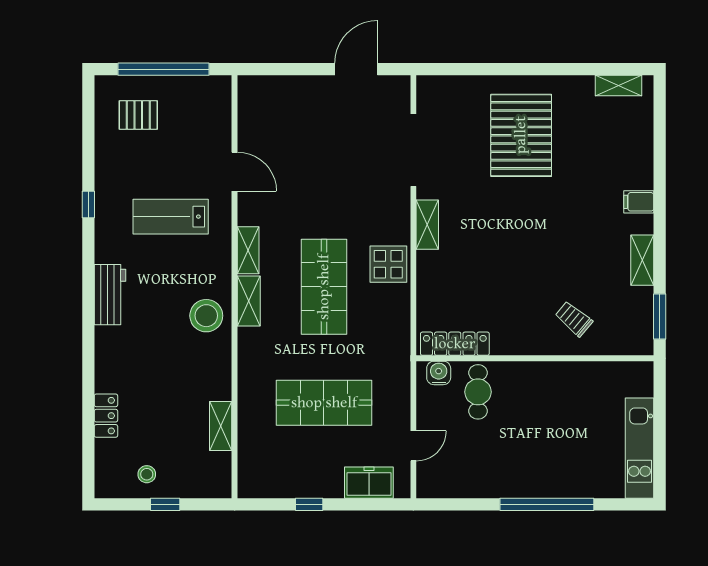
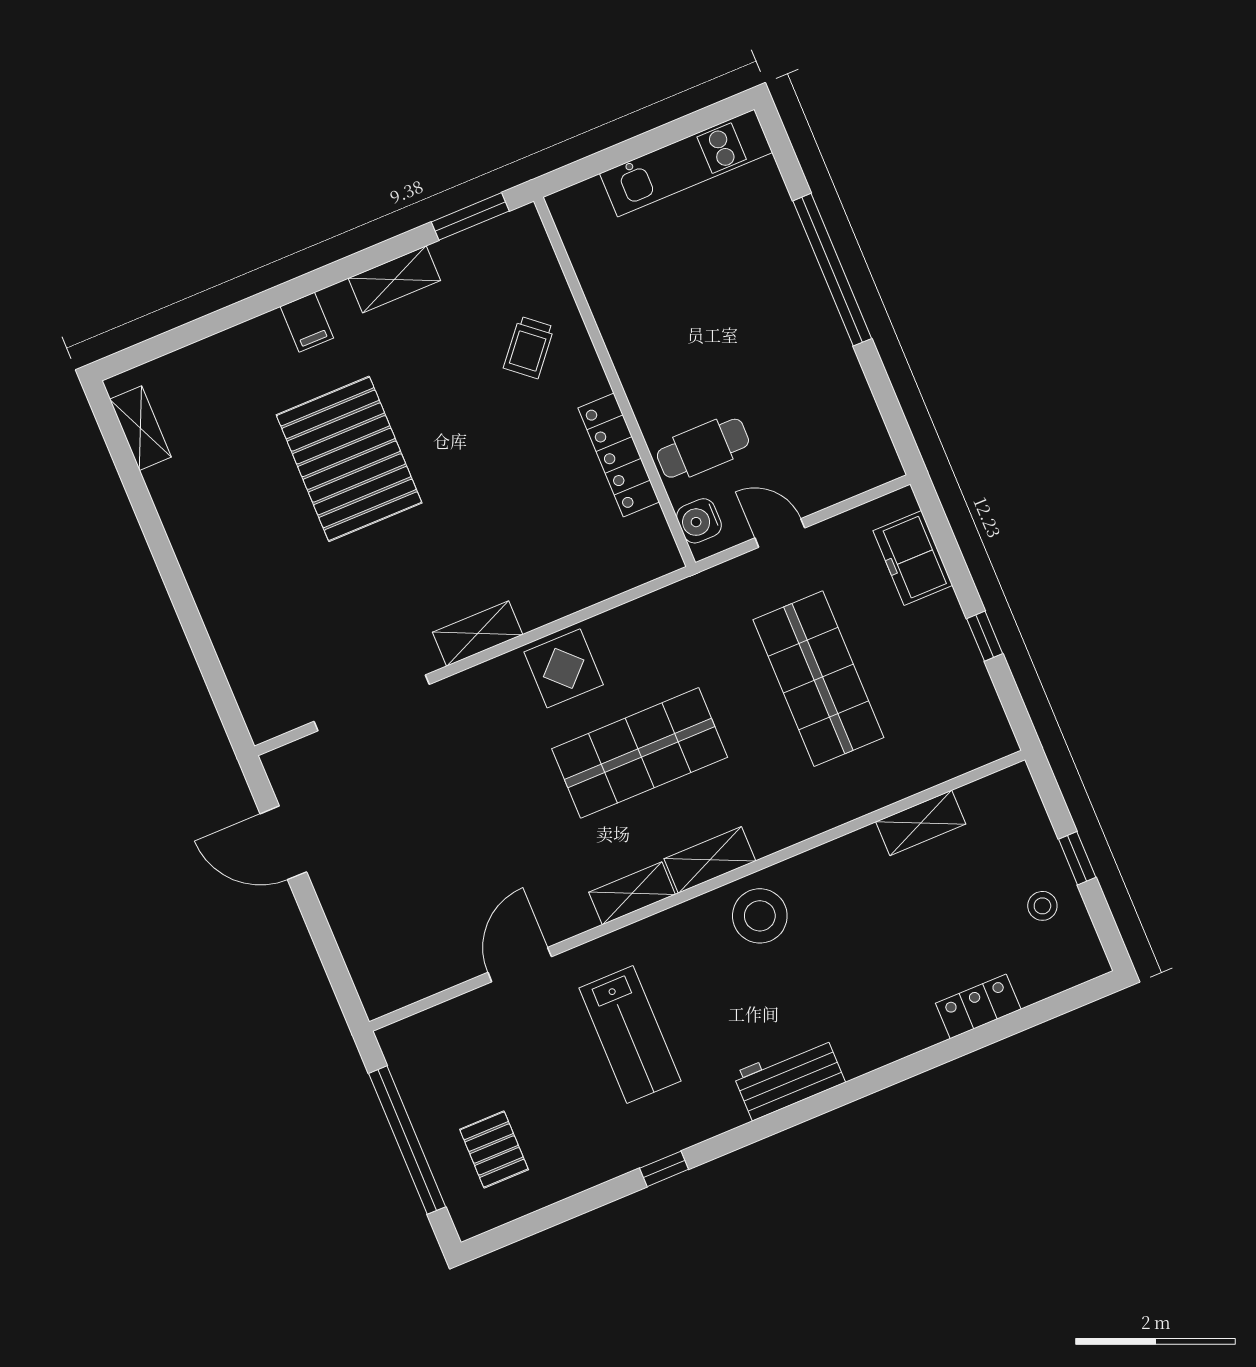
pallet: (521, 135) -> (349, 459), moved, turned 90
locker: (455, 344) -> (619, 455), moved
door: (413, 446) -> (780, 533), moved

